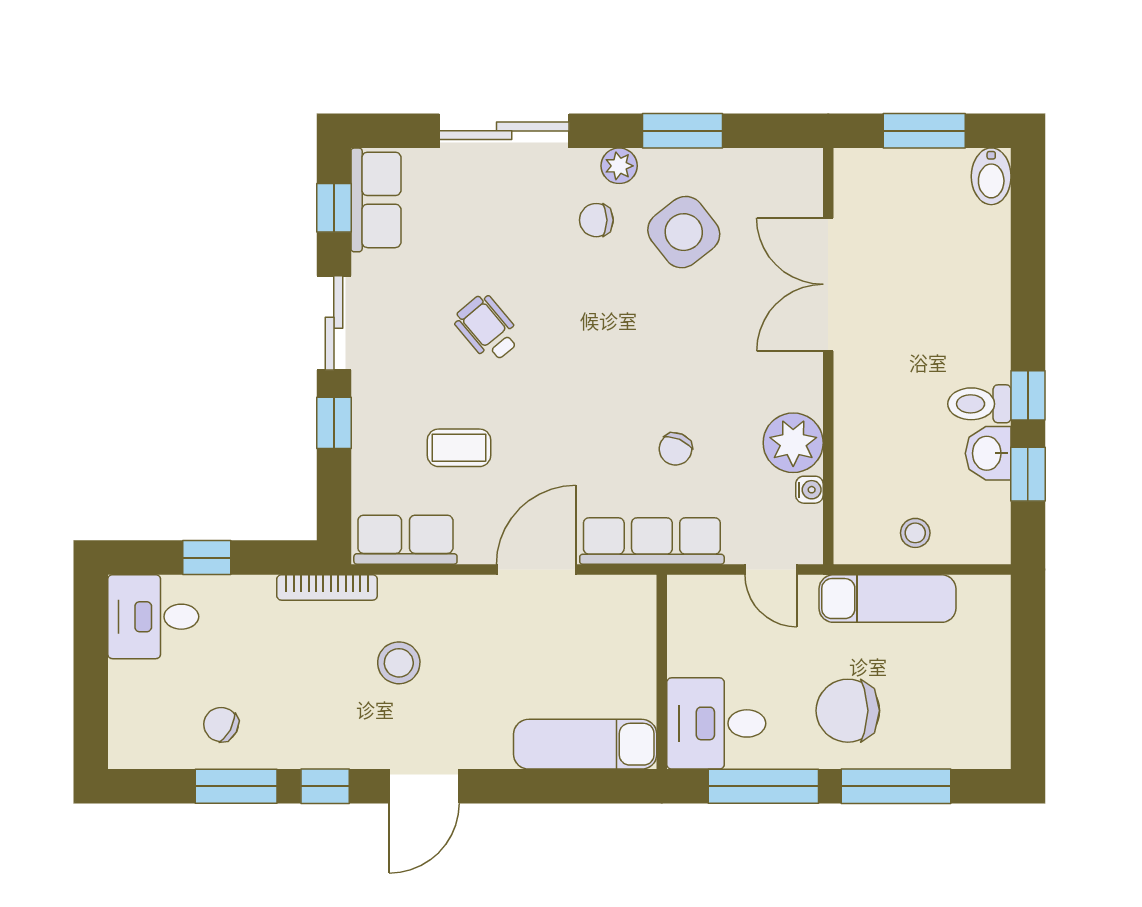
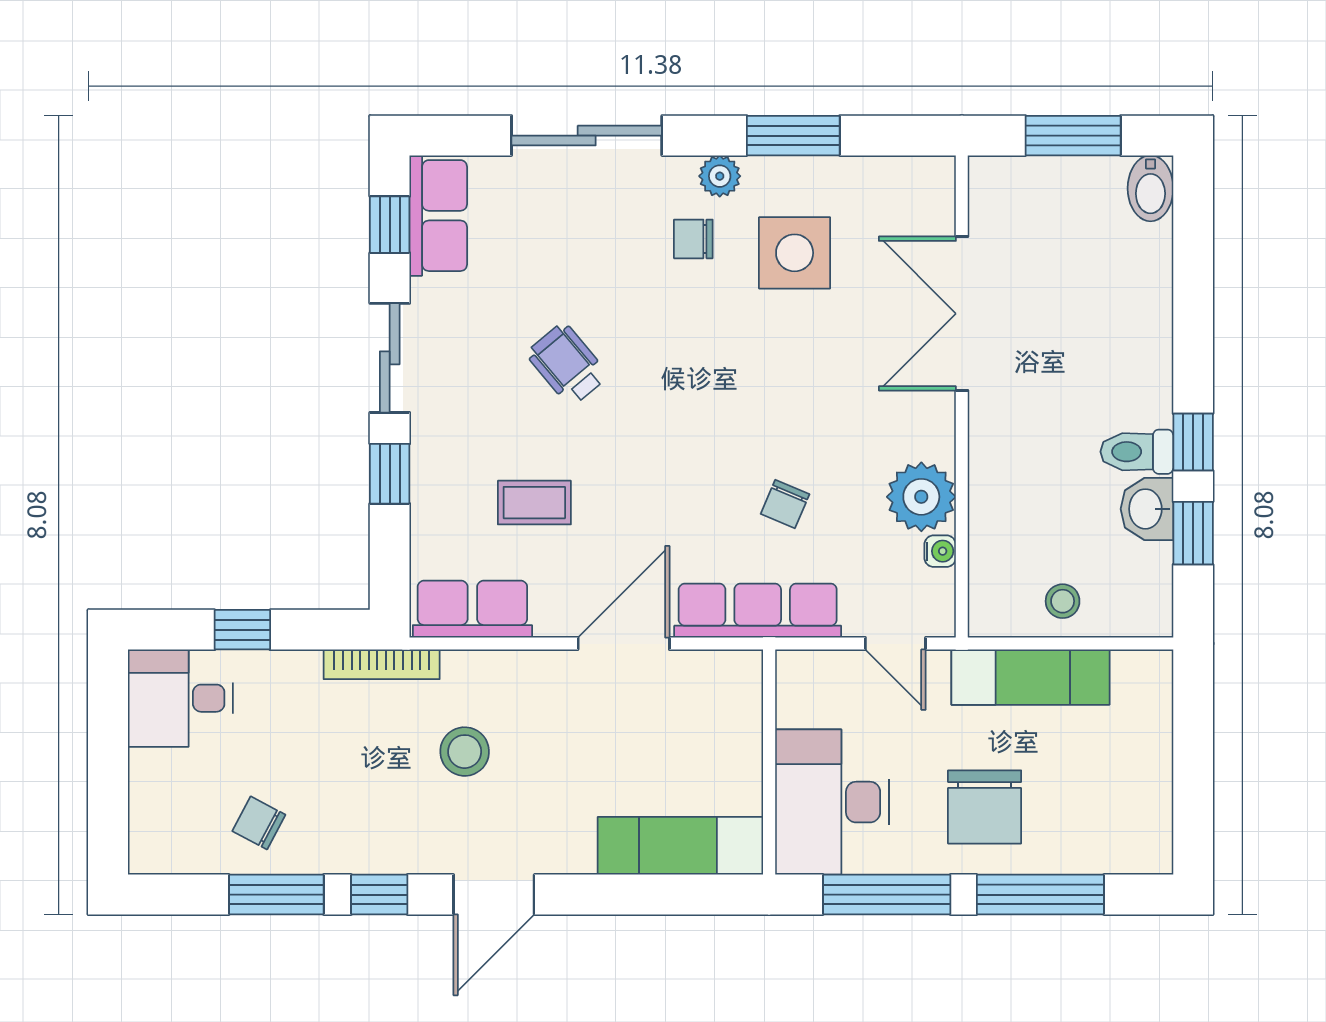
side table: (684, 232) -> (795, 253), turned 38
chair: (848, 711) -> (985, 807), turned -90
desk: (716, 723) -> (832, 802), width x1.37

